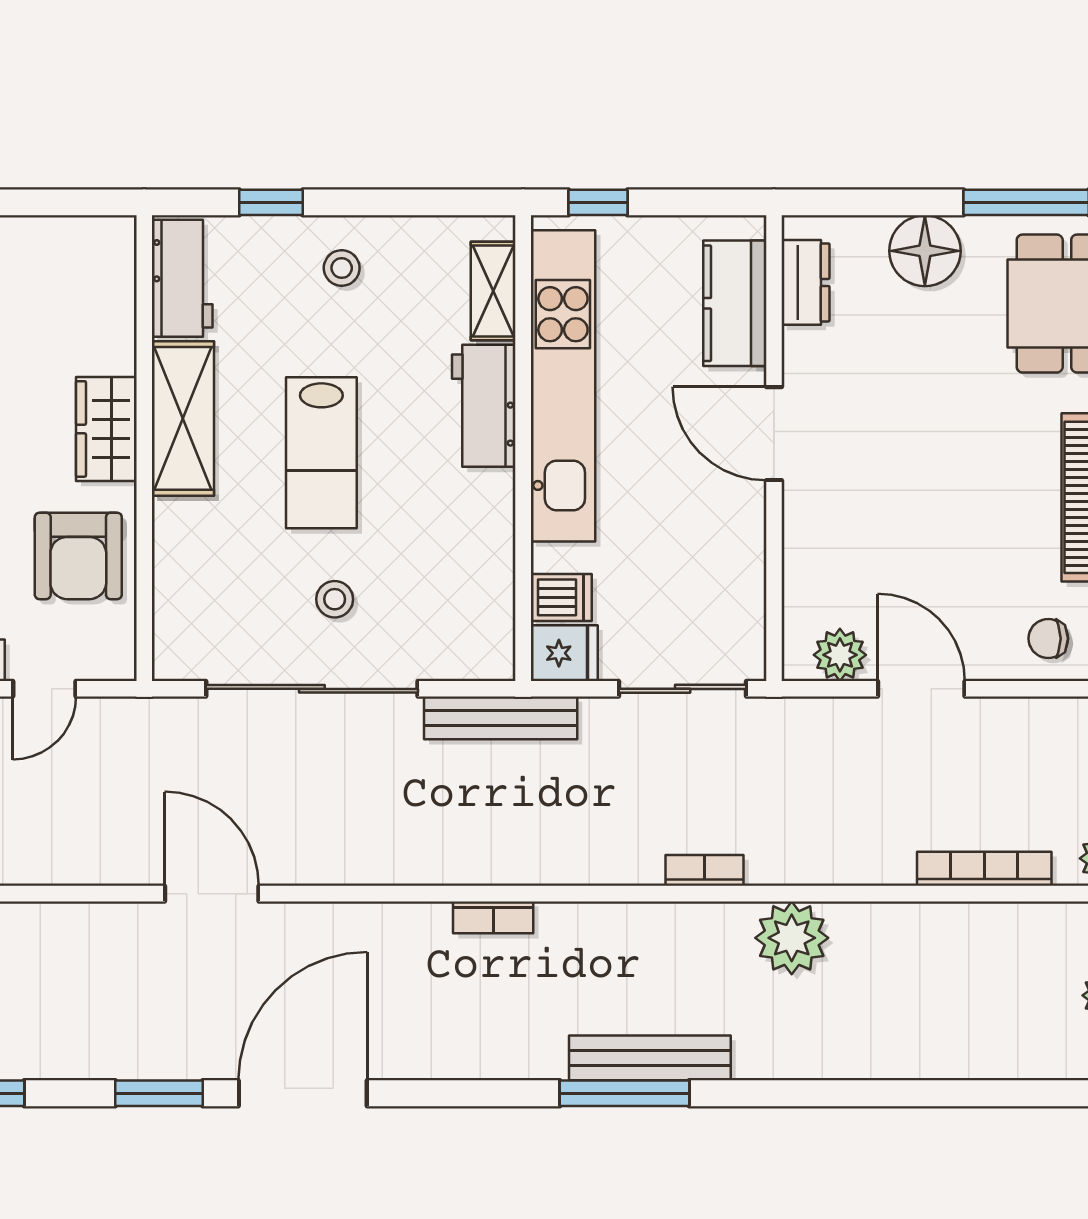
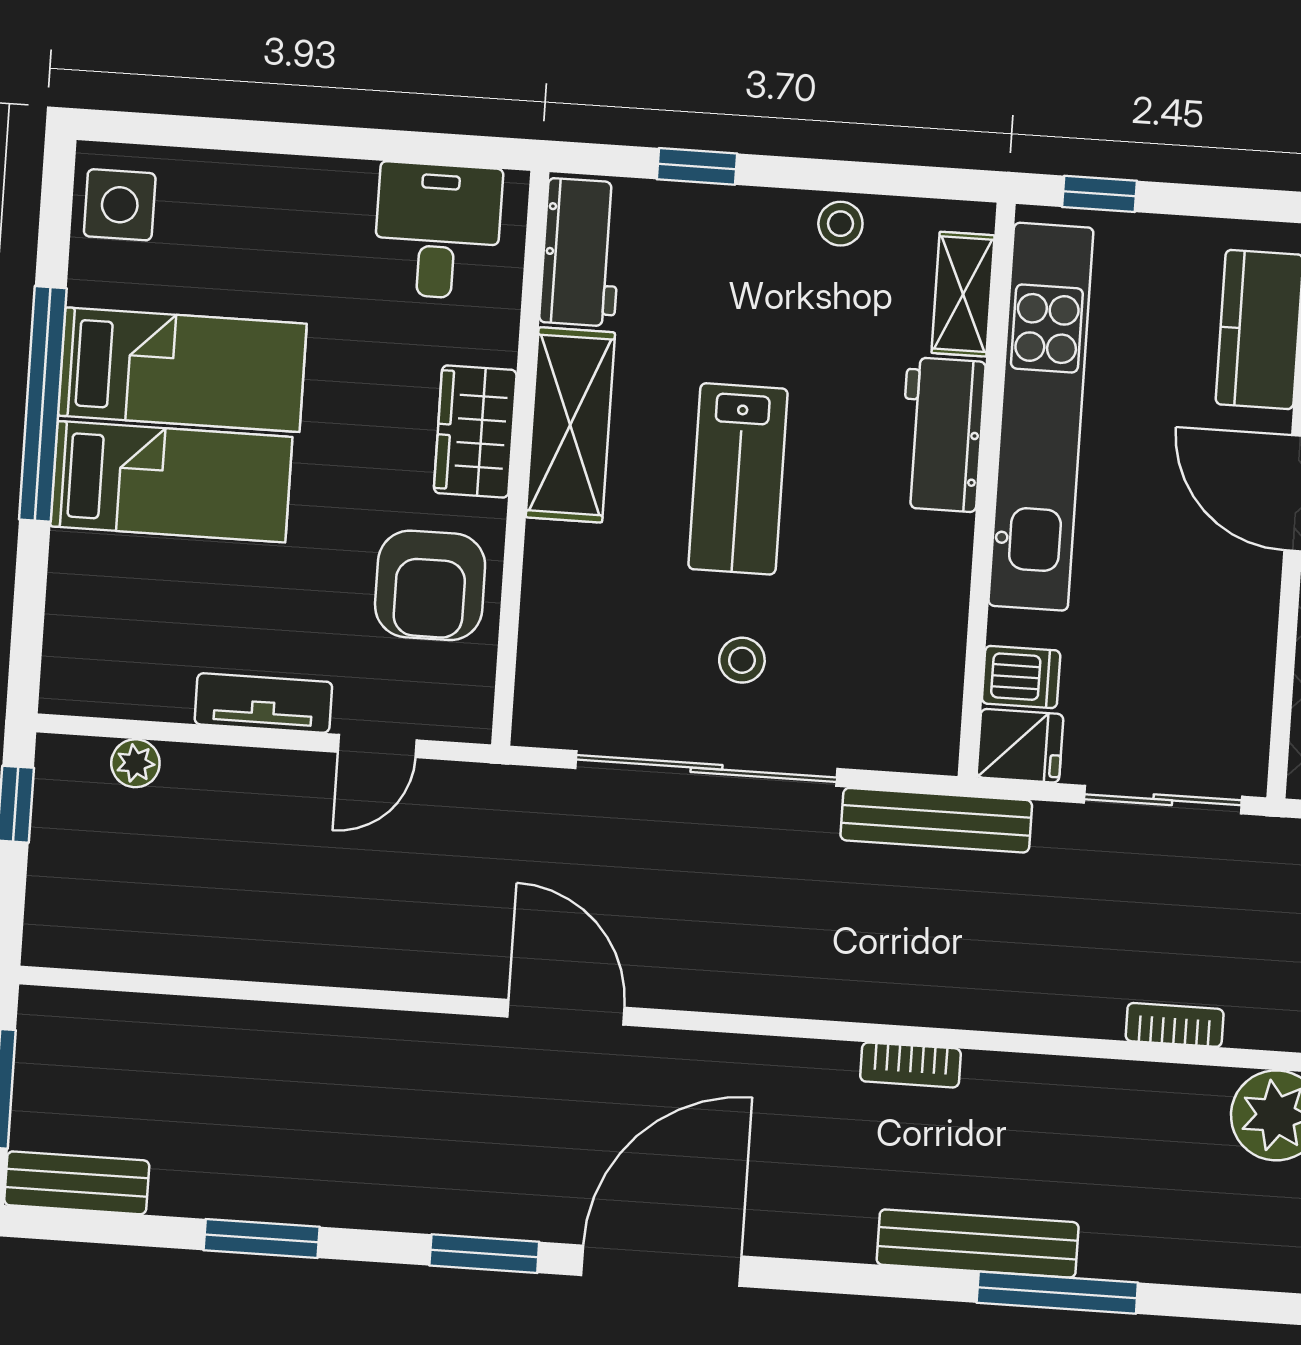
stool: (342, 268) -> (840, 224), moved
desk: (65, 269) -> (438, 231), added
bench: (650, 1058) -> (978, 1243), moved

